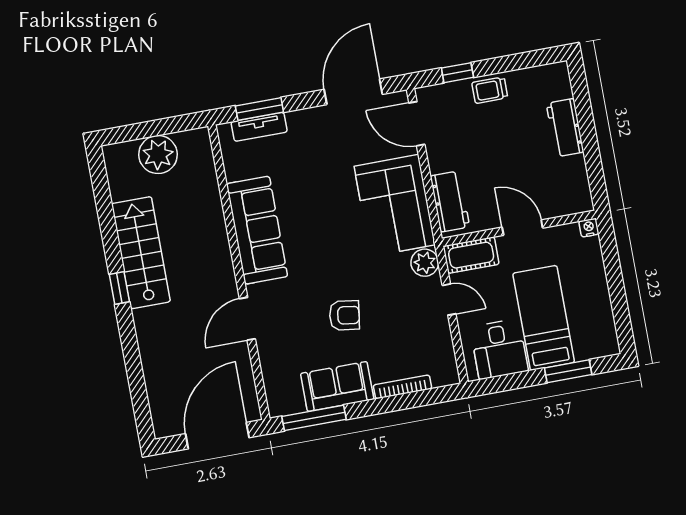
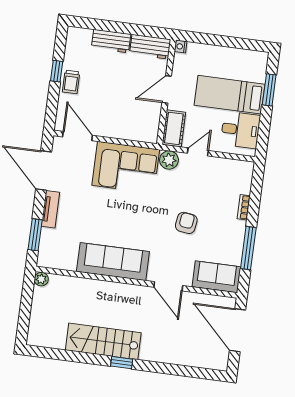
window: (457, 73) -> (57, 71), moved
door: (417, 124) -> (77, 136), swing flipped
tv unit: (259, 127) -> (50, 209), moved
plant: (158, 154) -> (41, 279), moved, width x0.53, depth x0.53
workbench: (450, 201) -> (150, 47), moved, turned 180
sofa: (337, 386) -> (216, 277), moved, turned 90
bookcase: (402, 387) -> (244, 207), width x0.64
window: (314, 418) -> (248, 248), moved

